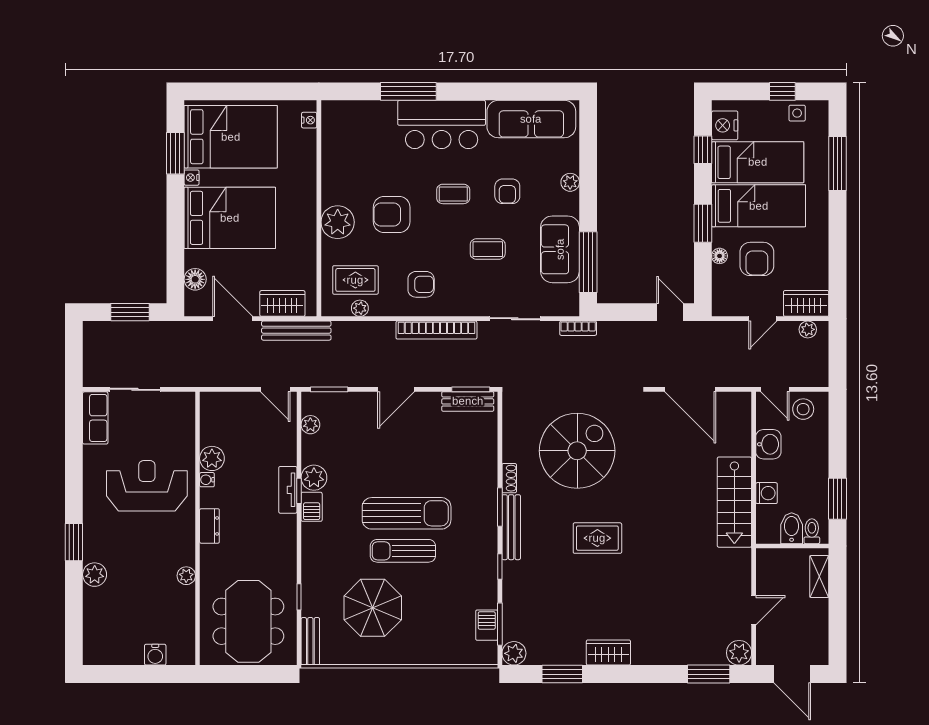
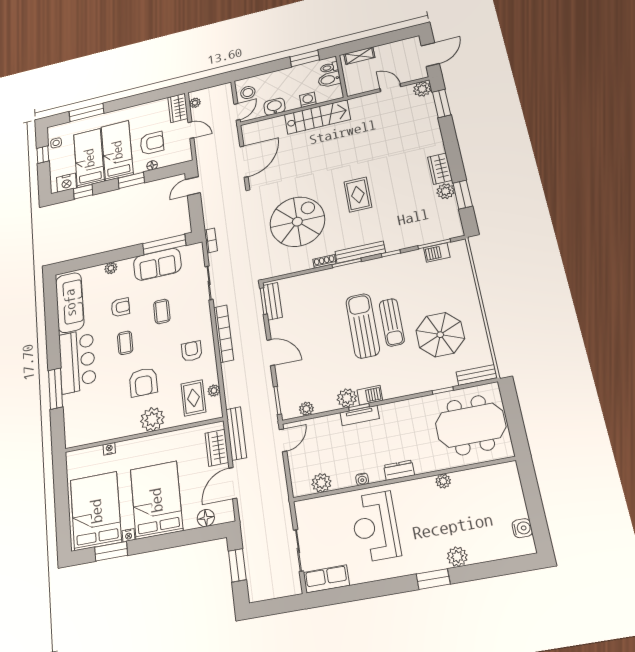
nightstand: (309, 120) -> (109, 449), moved
spiral stairs: (577, 451) -> (297, 222), turned 90
plant: (212, 458) -> (321, 483), moved
plant: (514, 653) -> (446, 191), moved
water cooler: (155, 655) -> (522, 528), moved

